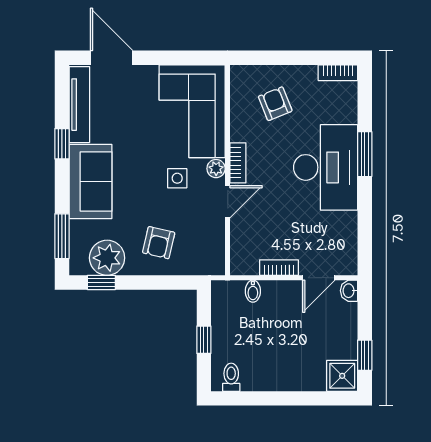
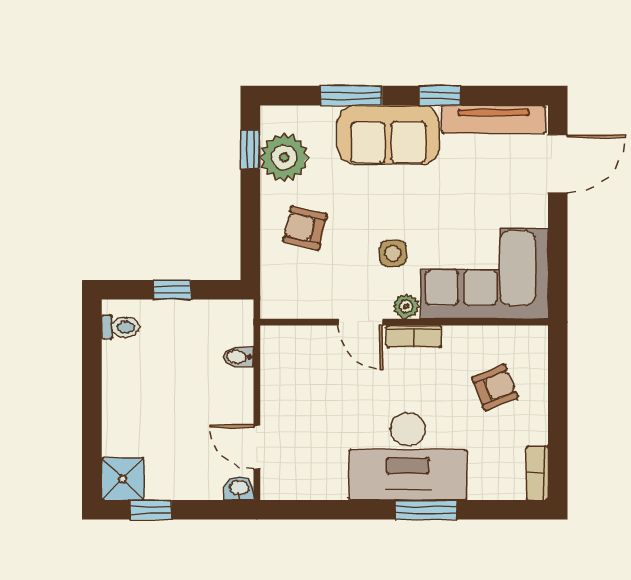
window: (62, 236) -> (351, 96), moved
bookcase: (279, 268) -> (271, 392), removed

